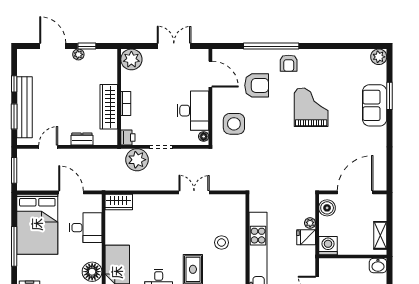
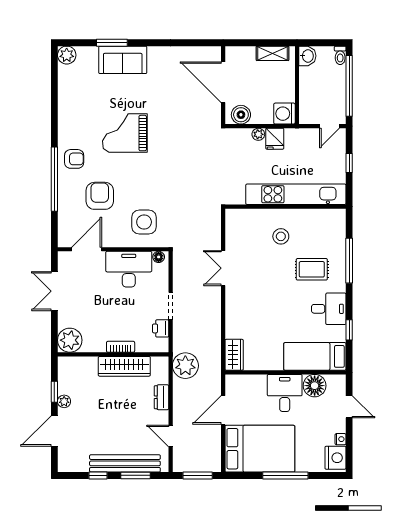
printer: (128, 138) -> (161, 328), moved, turned -90
plant: (137, 160) -> (185, 366), moved
desk: (86, 228) -> (285, 393), moved

